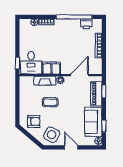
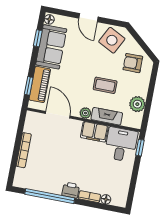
printer: (86, 24) -> (71, 190), moved
door: (79, 75) -> (58, 115), swing flipped
plant: (25, 93) -> (137, 104), added

